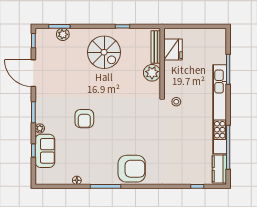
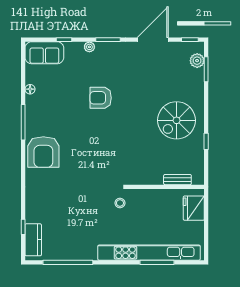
plant: (63, 34) -> (197, 61), moved
bench: (156, 47) -> (177, 180), width x0.73
fridge: (173, 50) -> (194, 208), moved, turned 90
plant: (152, 73) -> (153, 175), removed
kitchen unit: (220, 109) -> (149, 253), moved
sofa: (45, 151) -> (44, 53), moved
kitchen counter: (219, 169) -> (33, 240), moved, turned 90

